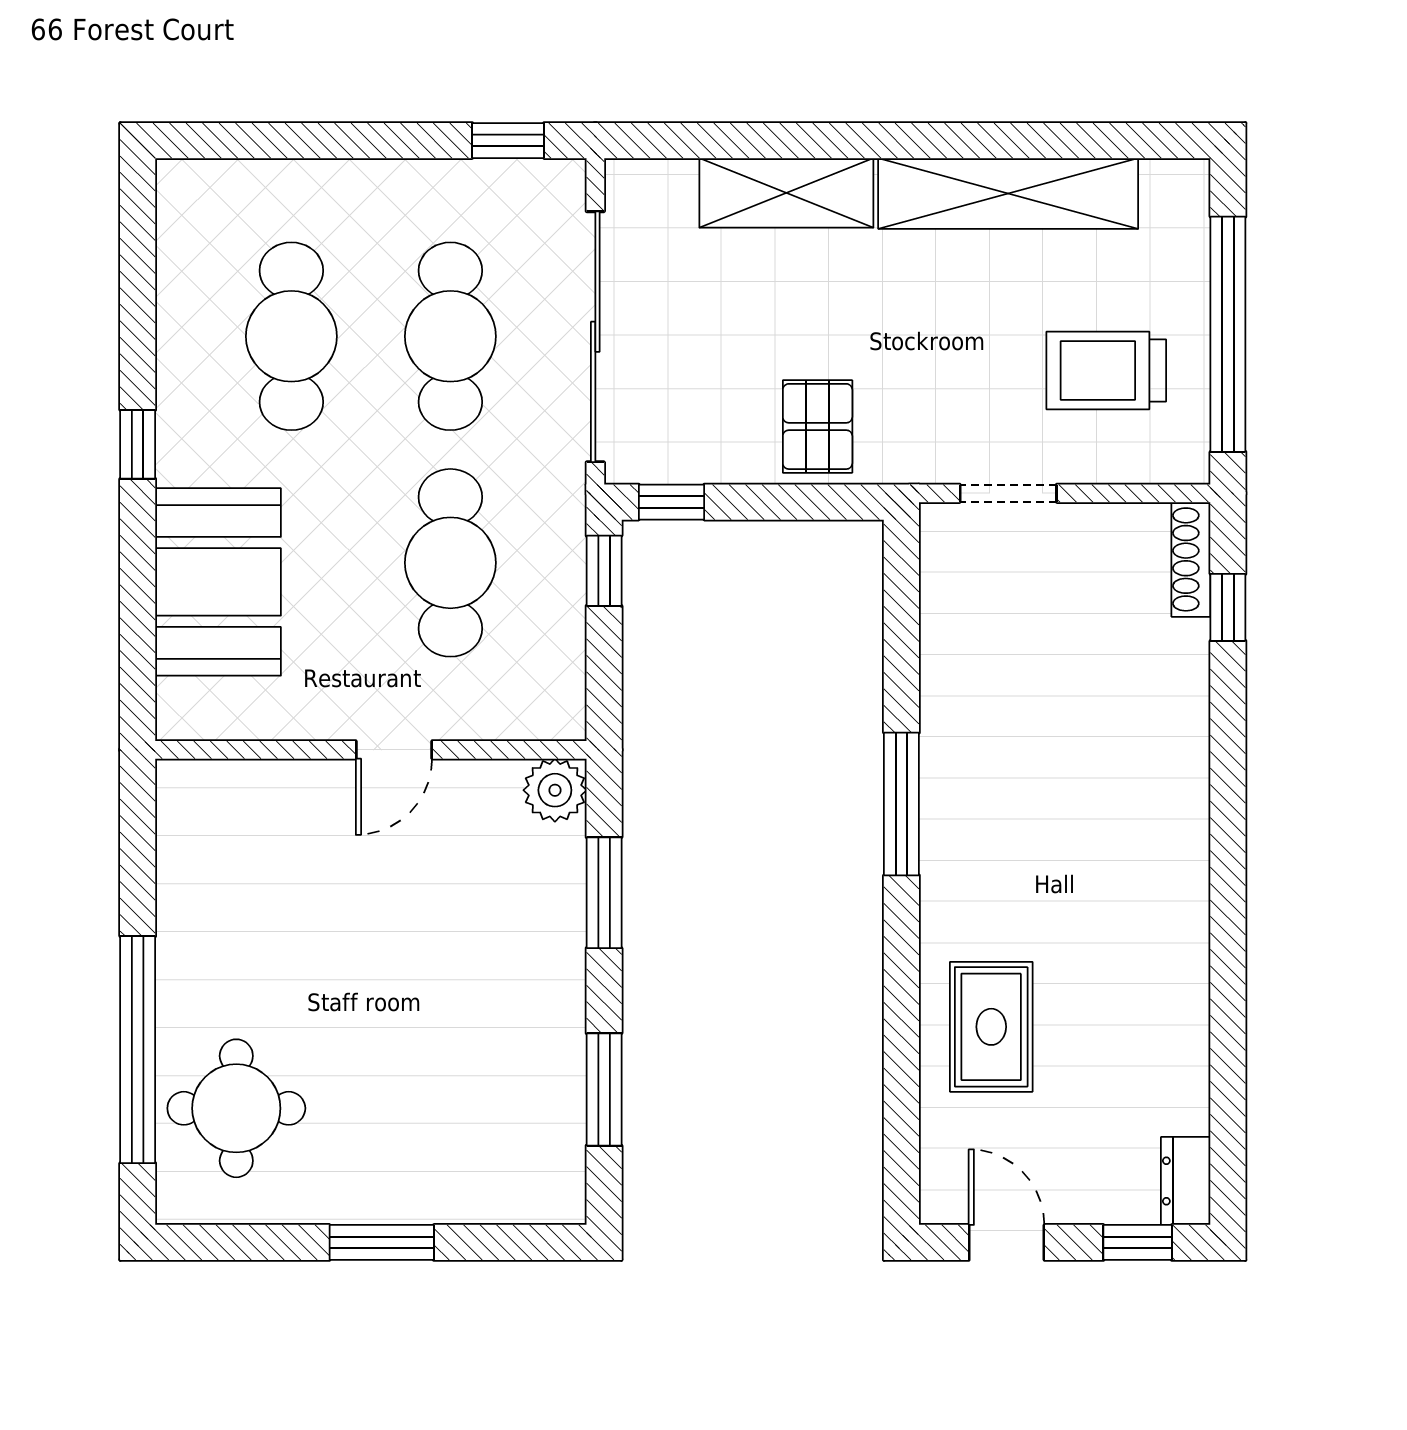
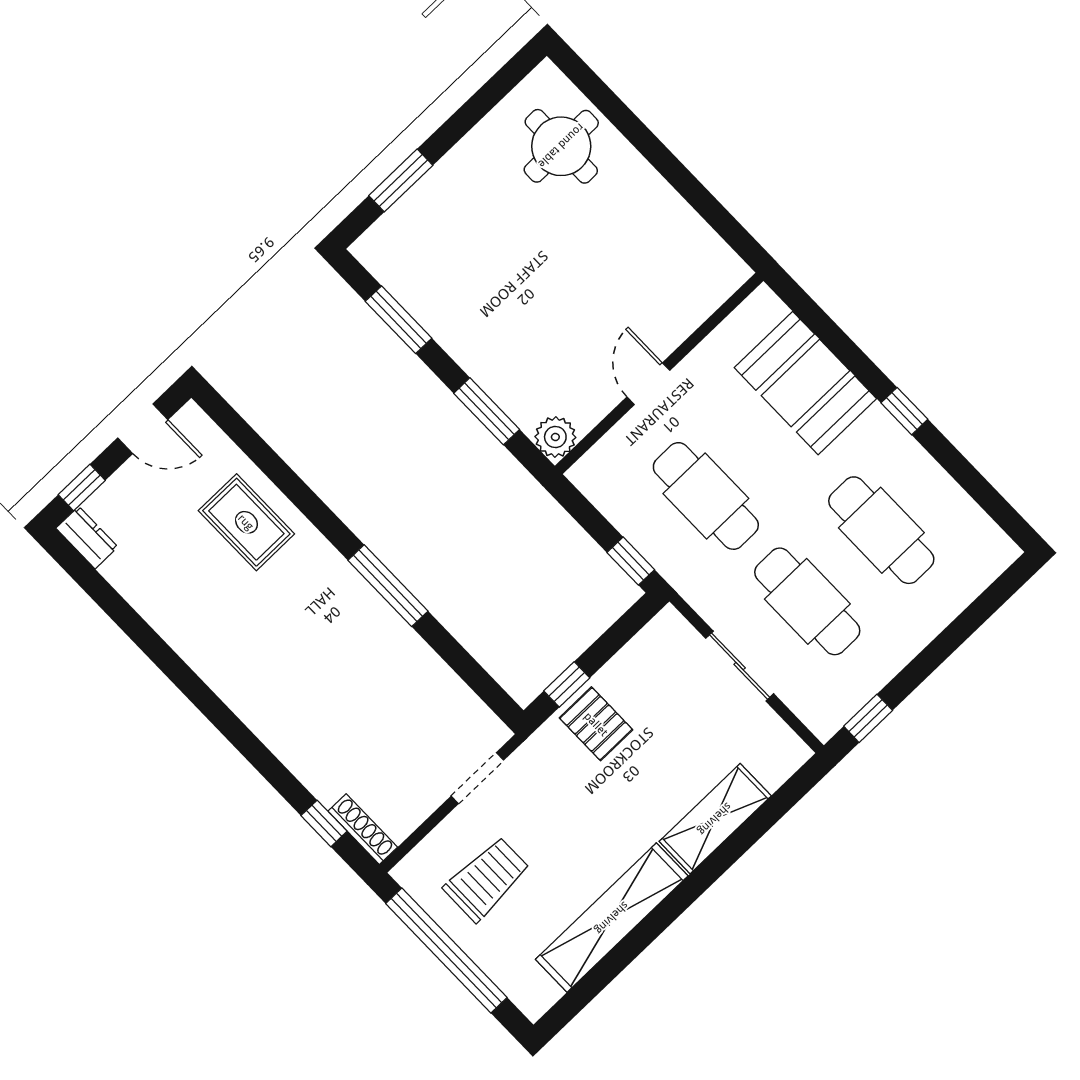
sliding door: (595, 337) -> (740, 666), width x0.54
window: (671, 502) -> (567, 684), moved
window: (138, 1050) -> (633, 129), removed
window: (382, 1242) -> (401, 180), moved

